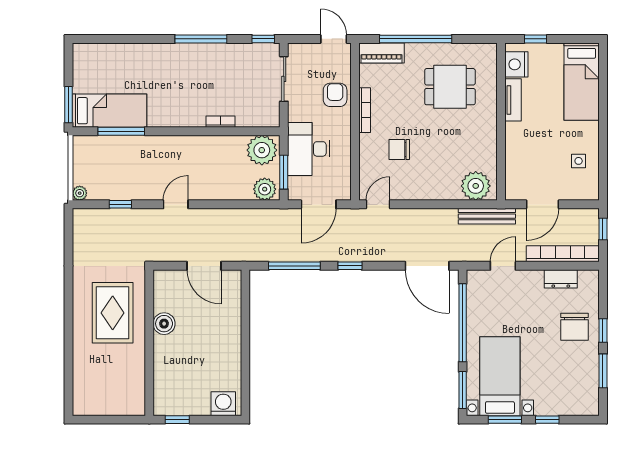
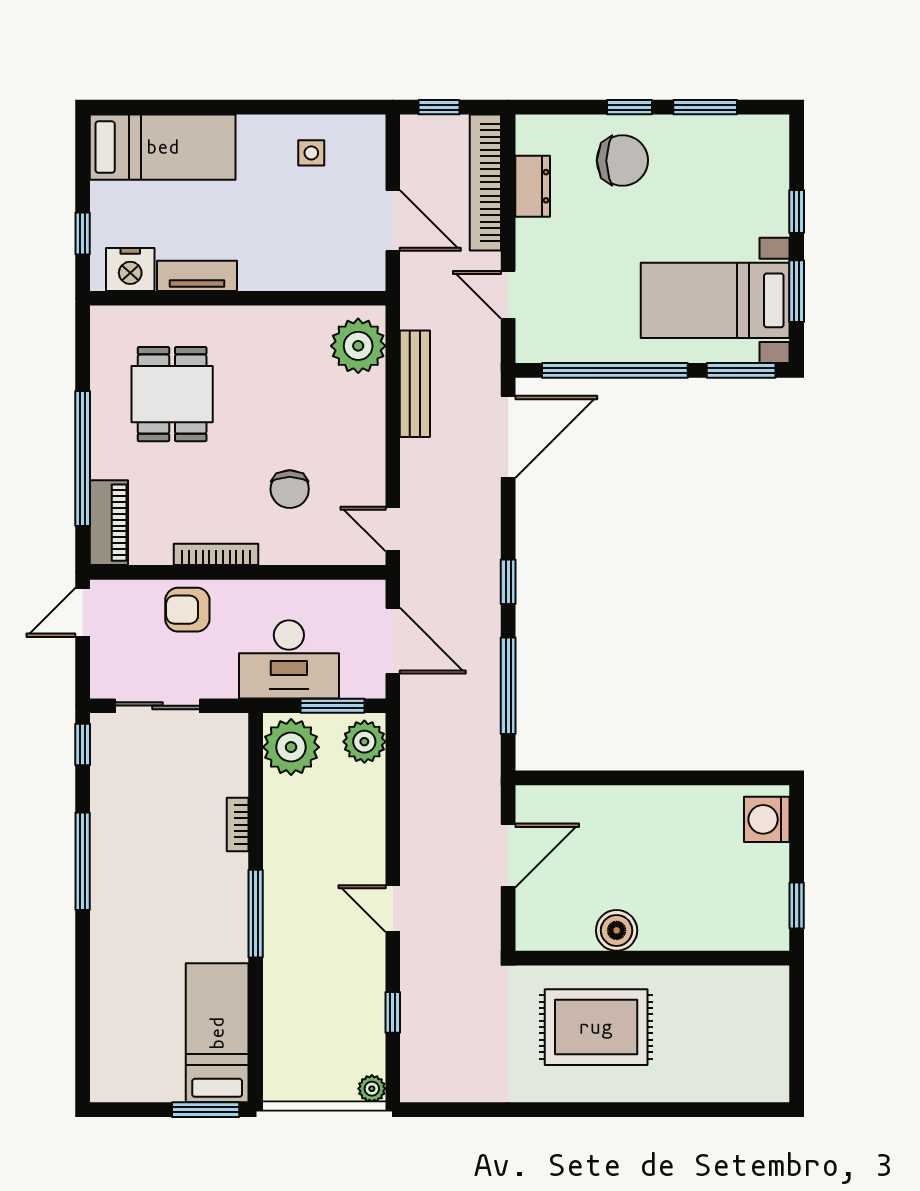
window: (121, 131) -> (256, 914), moved
bench: (487, 216) -> (415, 384), moved

